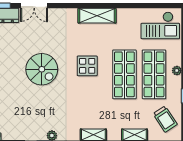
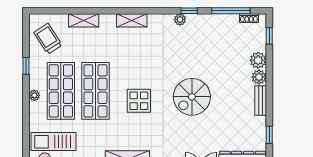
spiral stairs: (42, 69) -> (192, 97), turned -90

